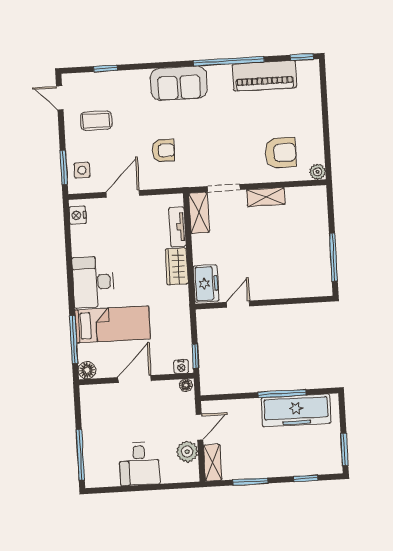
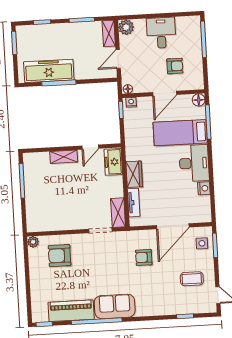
sofa: (179, 83) -> (115, 306), moved
door: (123, 194) -> (173, 226), width x1.36
shelving: (266, 197) -> (64, 157), moved
nightstand: (78, 215) -> (204, 188), moved
armchair: (120, 418) -> (175, 66), added
plant: (187, 452) -> (126, 27), moved

